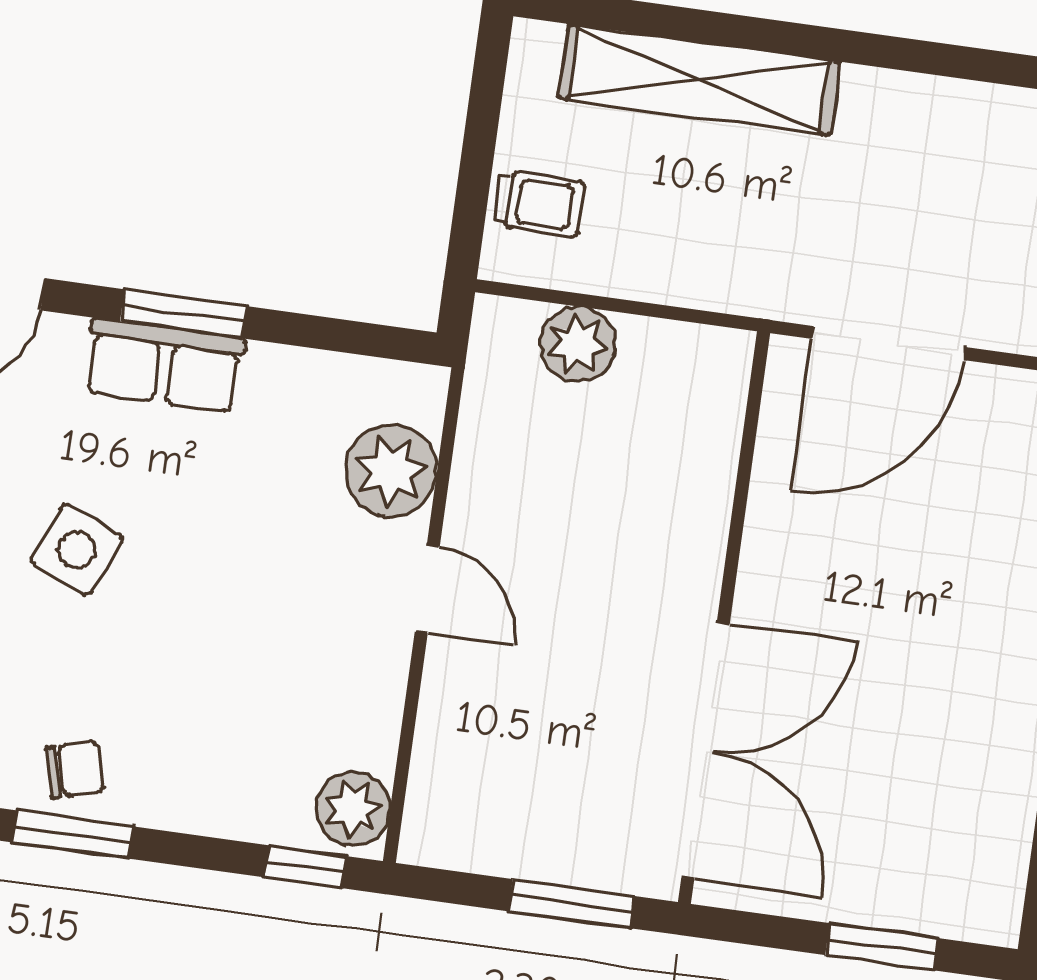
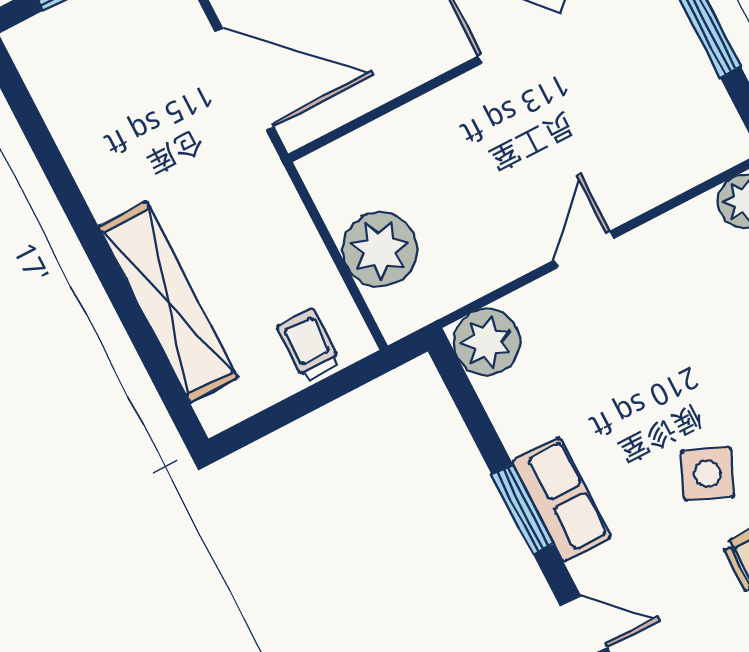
plant: (578, 344) -> (380, 250), width x1.36, depth x1.36
plant: (391, 471) -> (487, 342), moved

